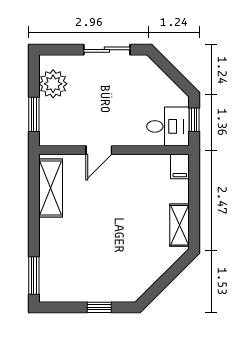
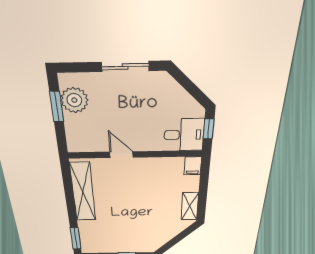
window: (34, 114) -> (57, 107), moved
door: (99, 150) -> (121, 155), swing flipped
shelving: (51, 188) -> (83, 192), width x1.47

